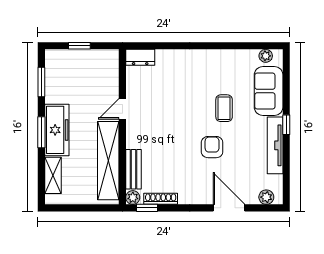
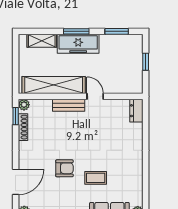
bench: (133, 169) -> (69, 105), moved

